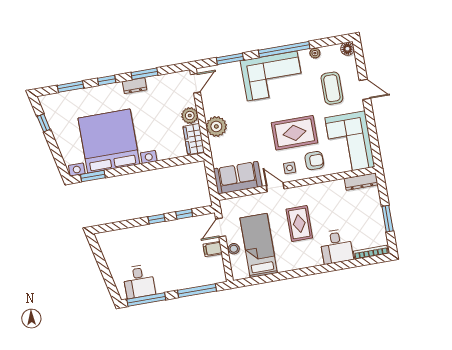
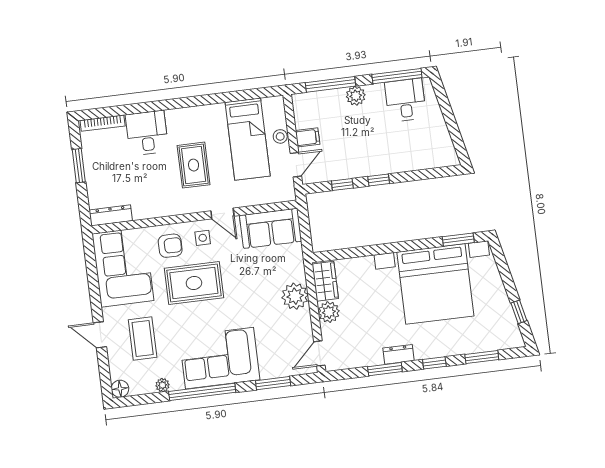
armchair: (314, 161) -> (170, 246), turned 180
plant: (177, 283) -> (356, 96), added

